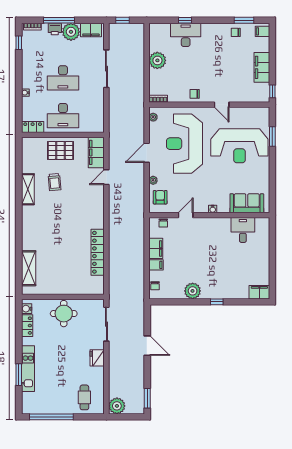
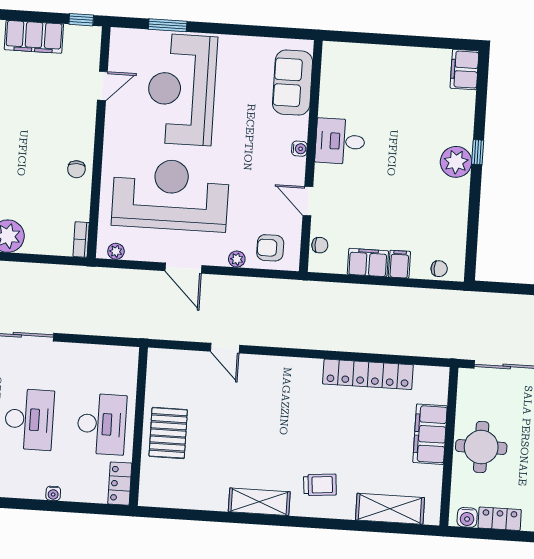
door: (222, 105) -> (102, 86), moved
reception desk: (184, 144) -> (170, 195), turned 180
reception desk: (239, 146) -> (182, 89), turned 180
filing cabinet: (96, 152) -> (430, 434), moved, turned 90
trolley: (55, 182) -> (320, 485), moved
shelving: (28, 189) -> (259, 502), moved
desk: (243, 230) -> (340, 141), moved
plant: (193, 291) -> (456, 162), moved

